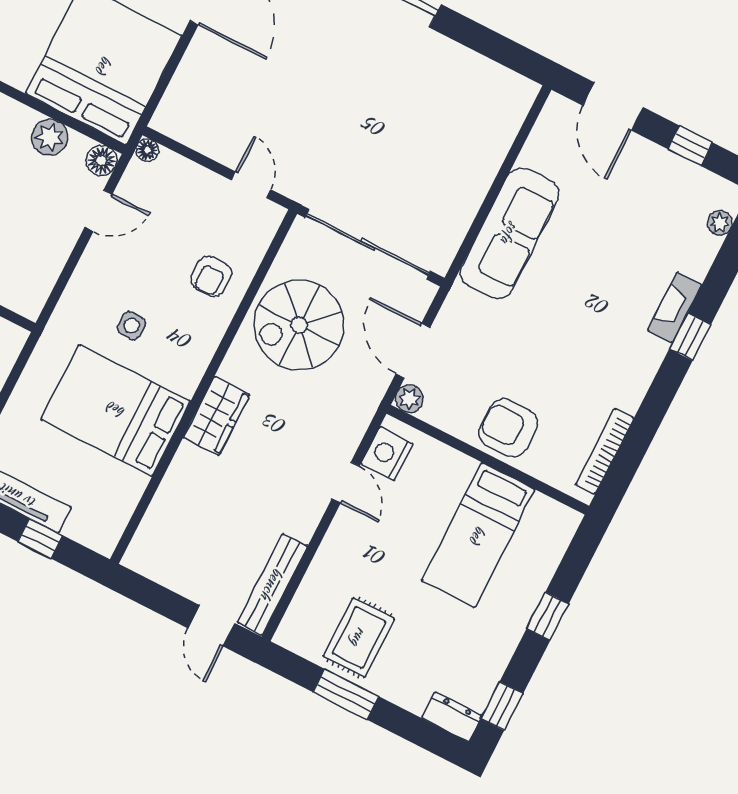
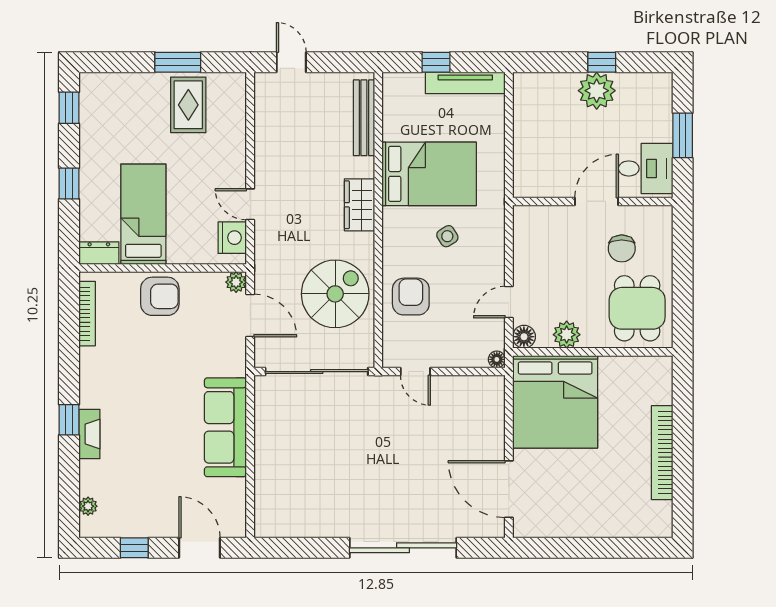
armchair: (211, 276) -> (411, 297), width x1.38, depth x1.38
side table: (132, 326) -> (447, 236), turned -37
bench: (272, 584) -> (364, 118), moved
dresser: (452, 717) -> (99, 253), moved, turned 180

